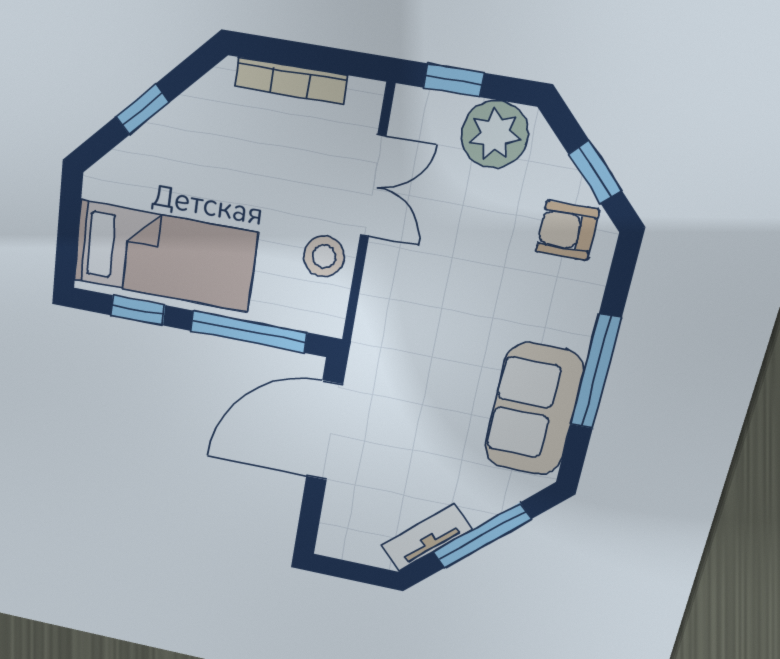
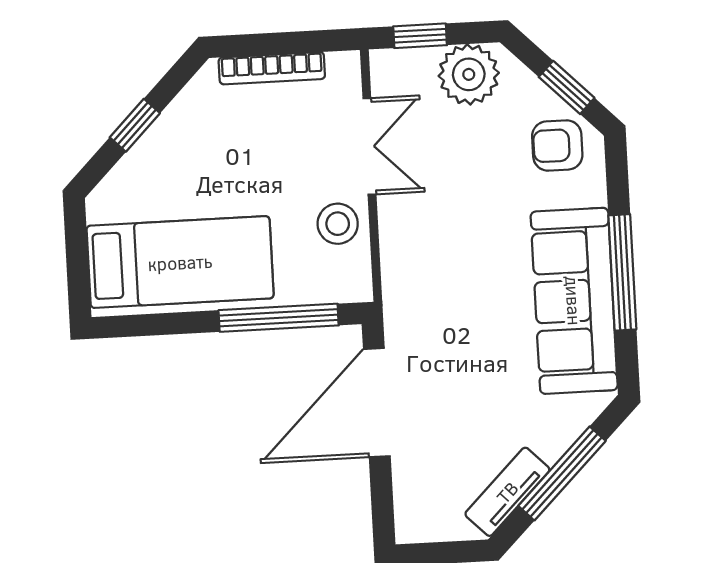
window: (138, 310) -> (162, 324), removed
sofa: (534, 409) -> (574, 301), width x1.36

